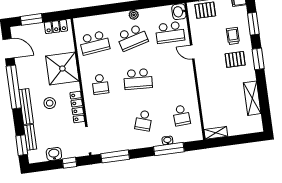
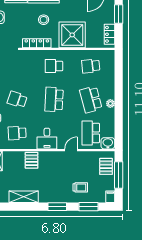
school desk: (95, 43) -> (91, 66), width x0.54
pallet: (235, 59) -> (32, 160), moved
desk: (183, 81) -> (47, 139), added

